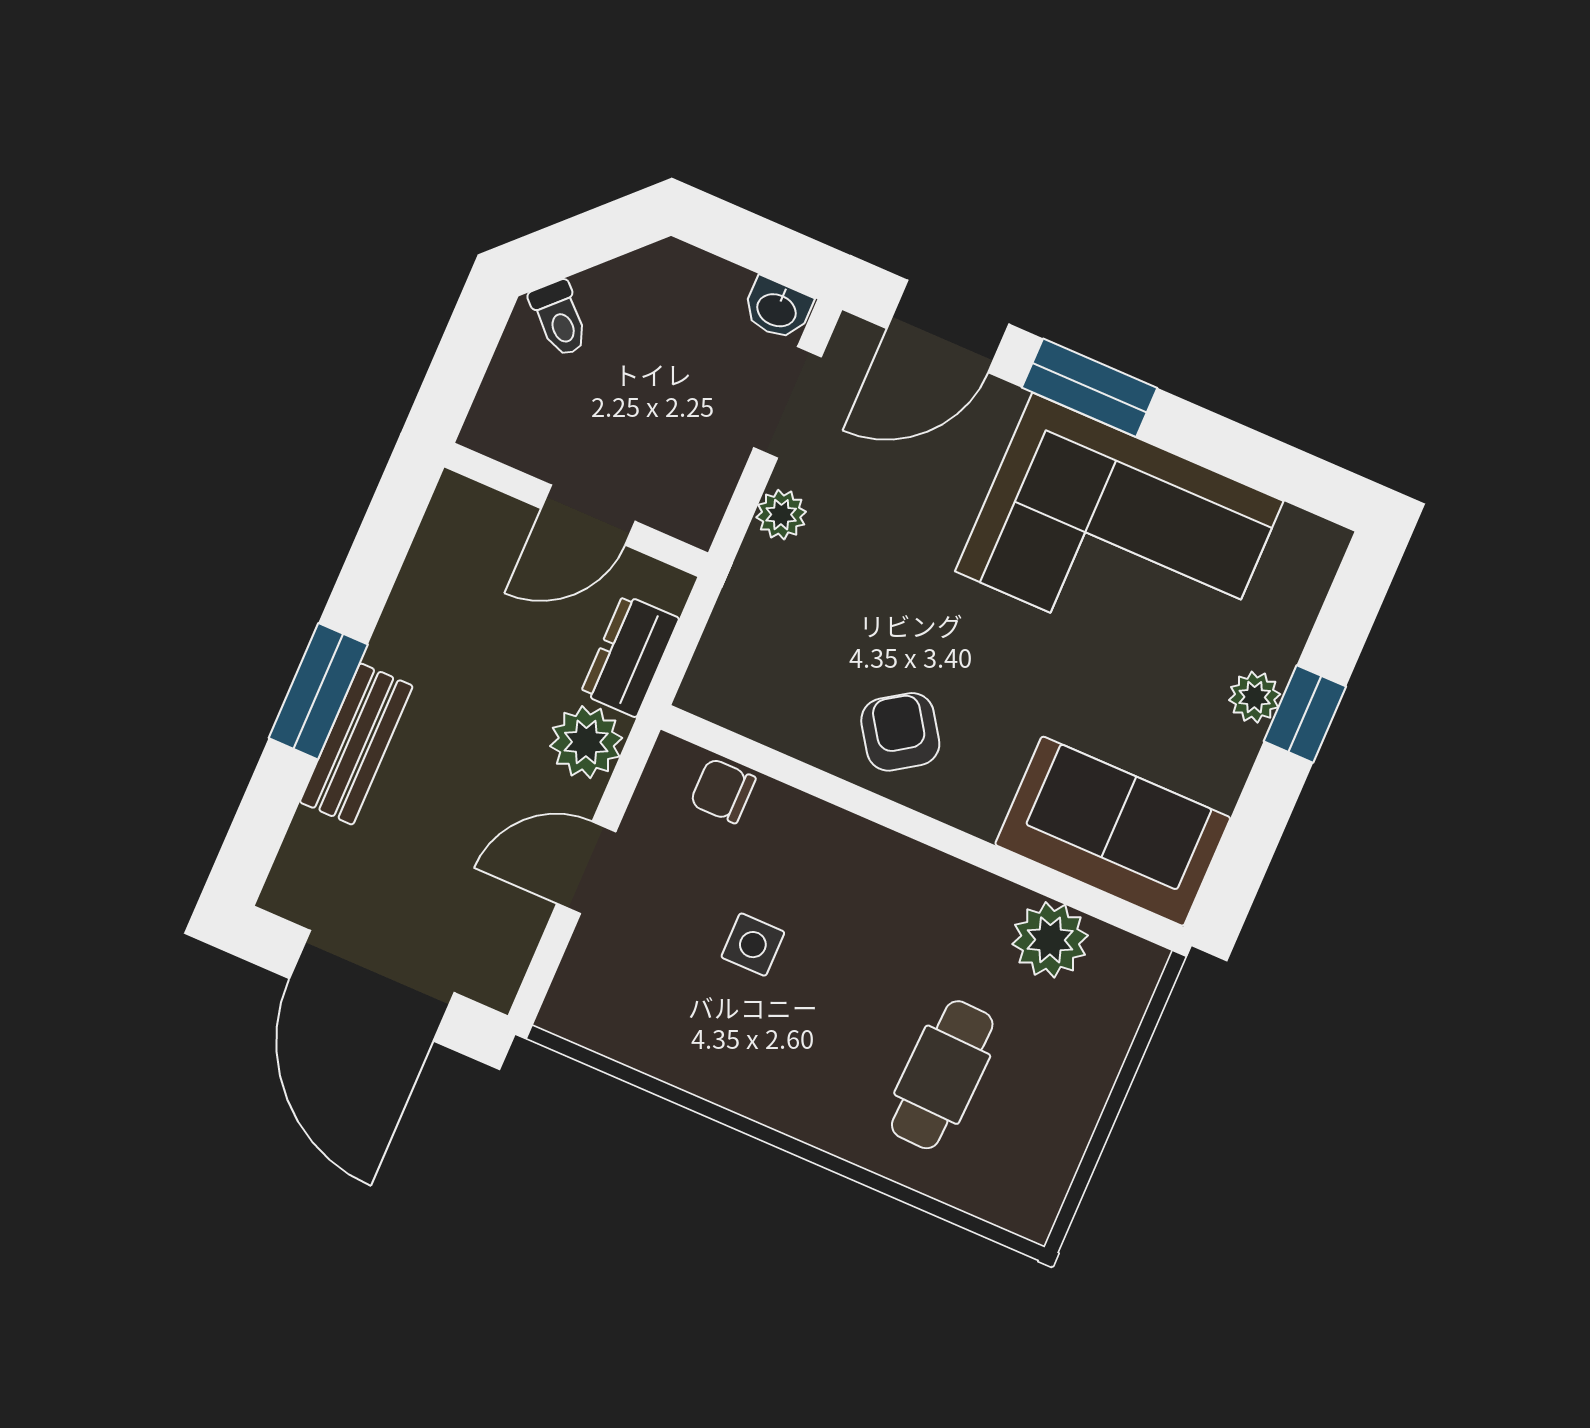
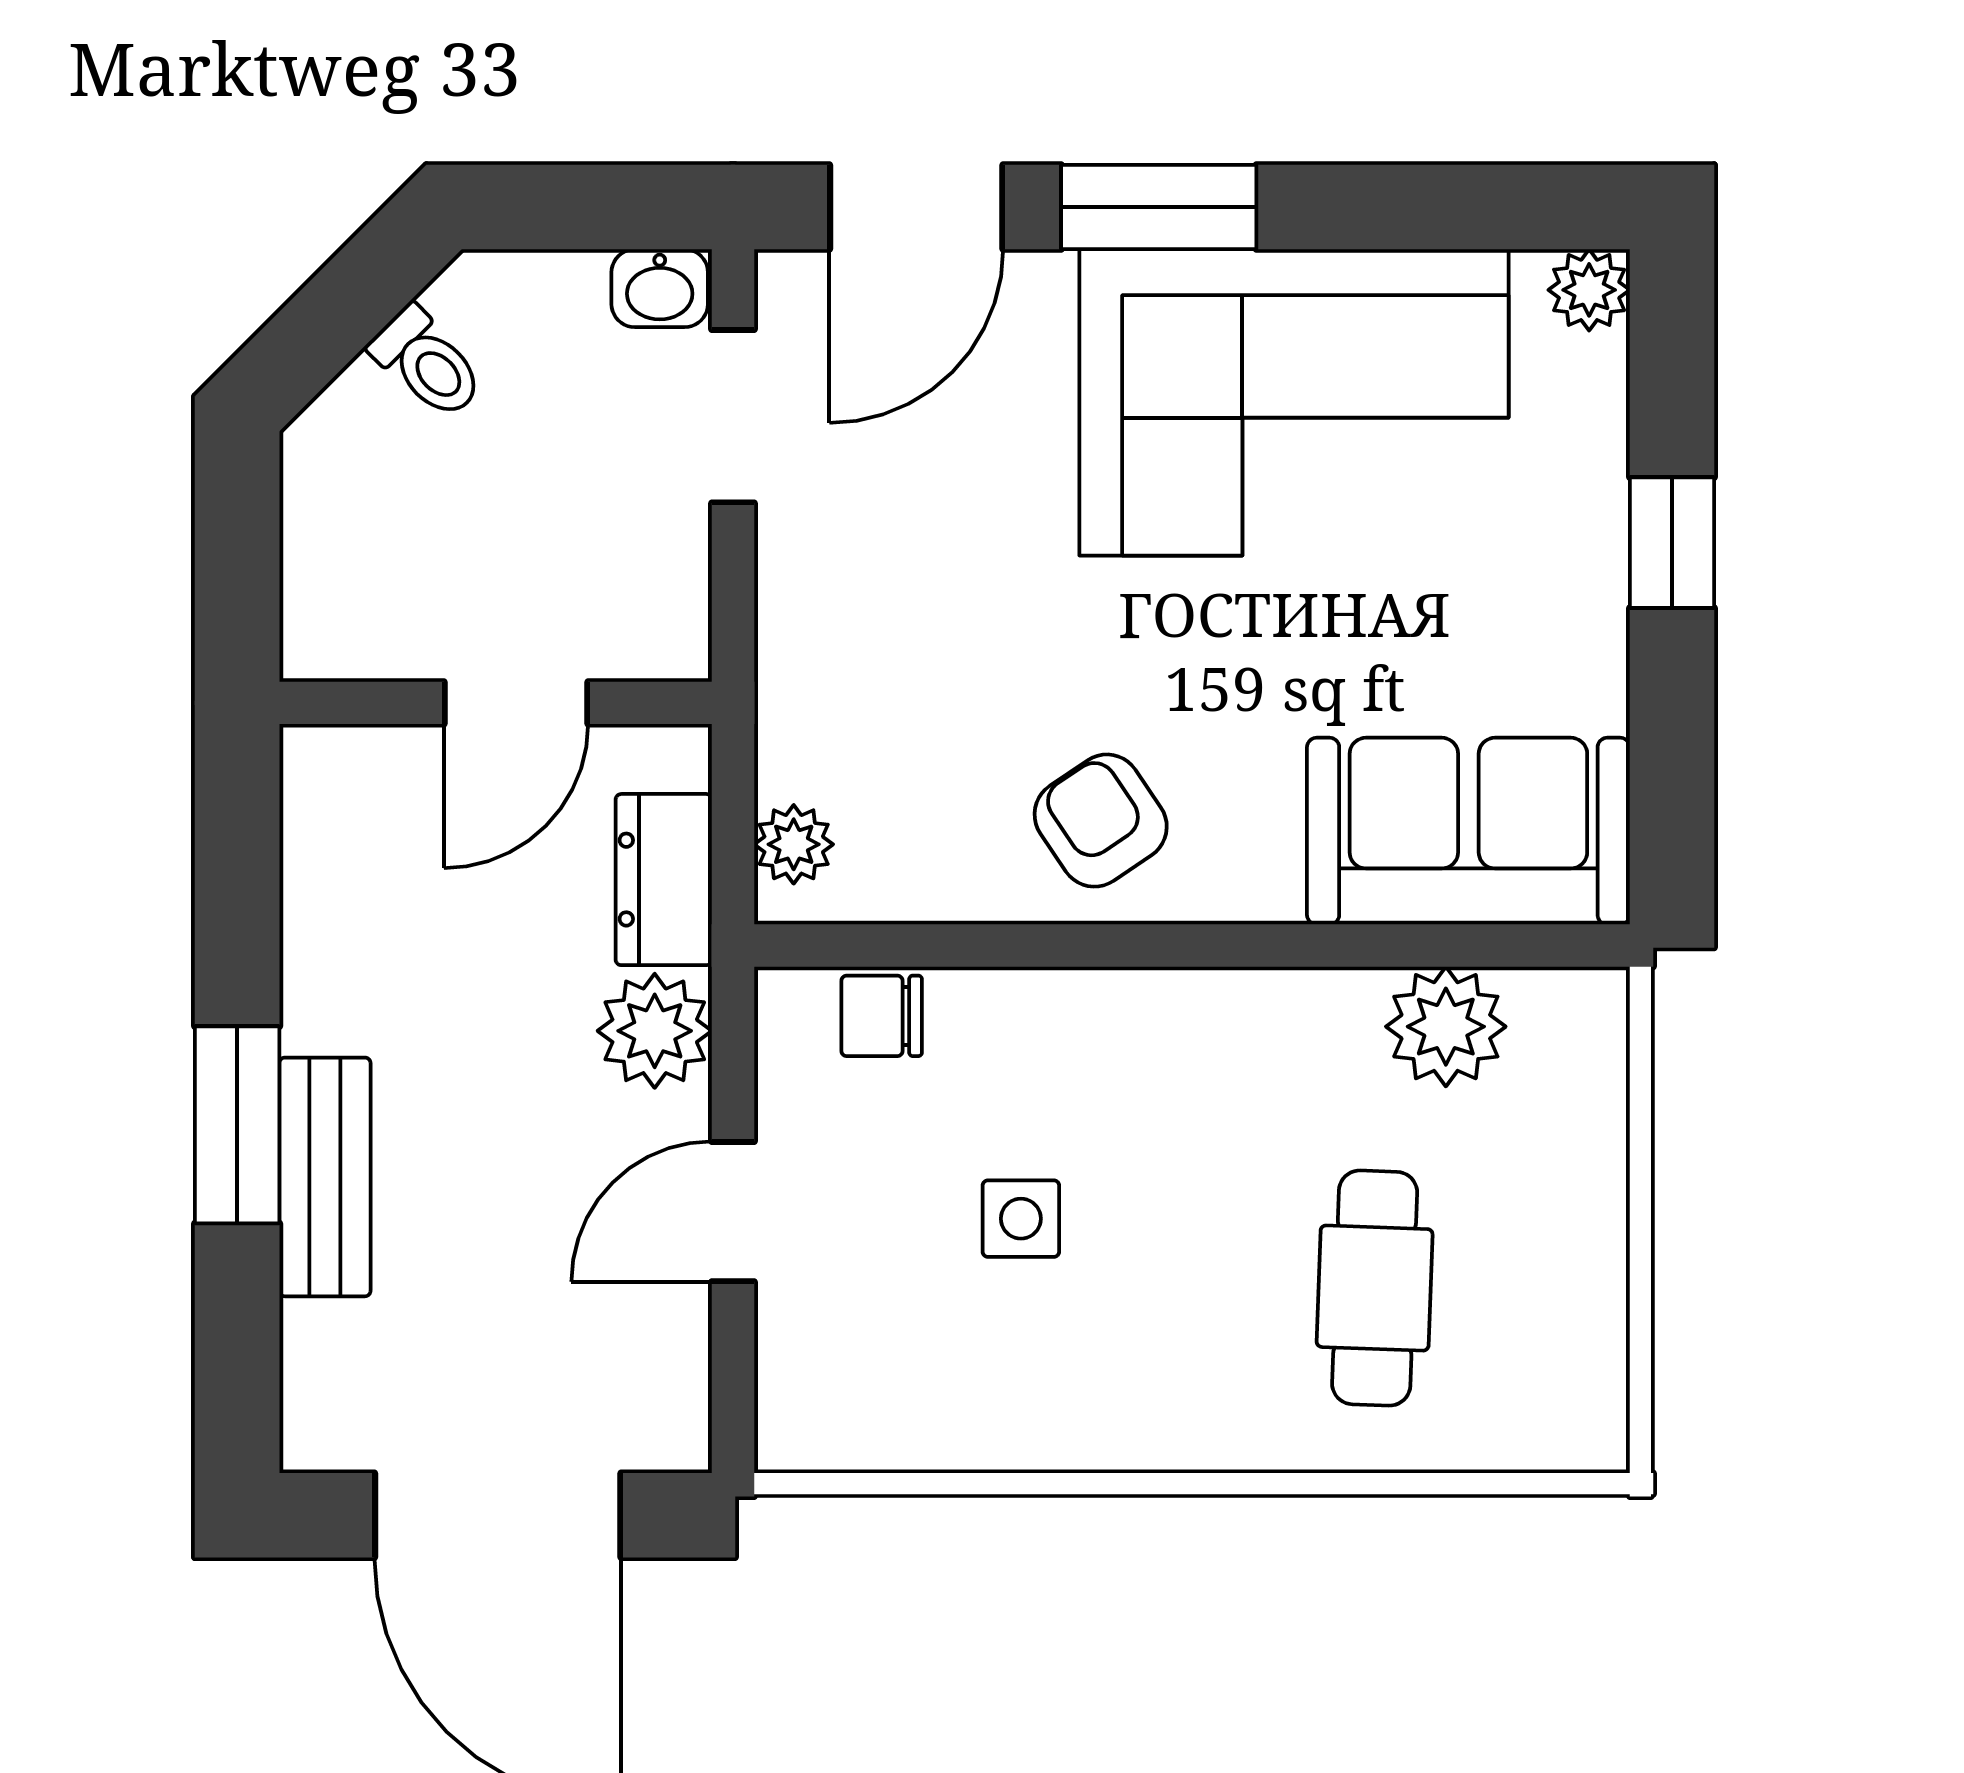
toilet: (559, 319) -> (427, 363), moved
plant: (781, 515) -> (794, 844), moved
plant: (1255, 697) -> (1589, 290), moved

